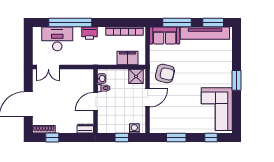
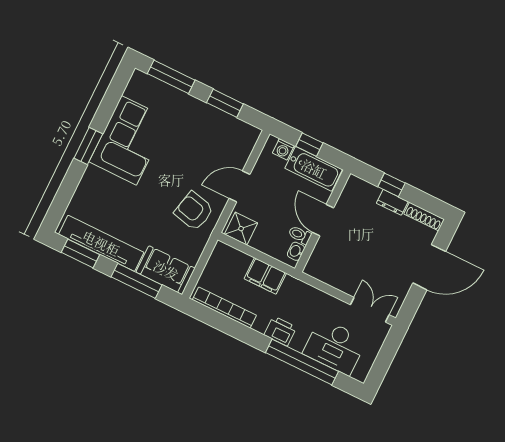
filing cabinet: (128, 58) -> (265, 276), moved
door: (96, 102) -> (323, 220), swing flipped
corner sofa: (217, 109) -> (129, 140), moved
bathtub: (113, 126) -> (314, 169), added
dresser: (85, 129) -> (392, 202), moved
window: (52, 137) -> (391, 185), moved
window: (211, 137) -> (171, 77), width x2.17

